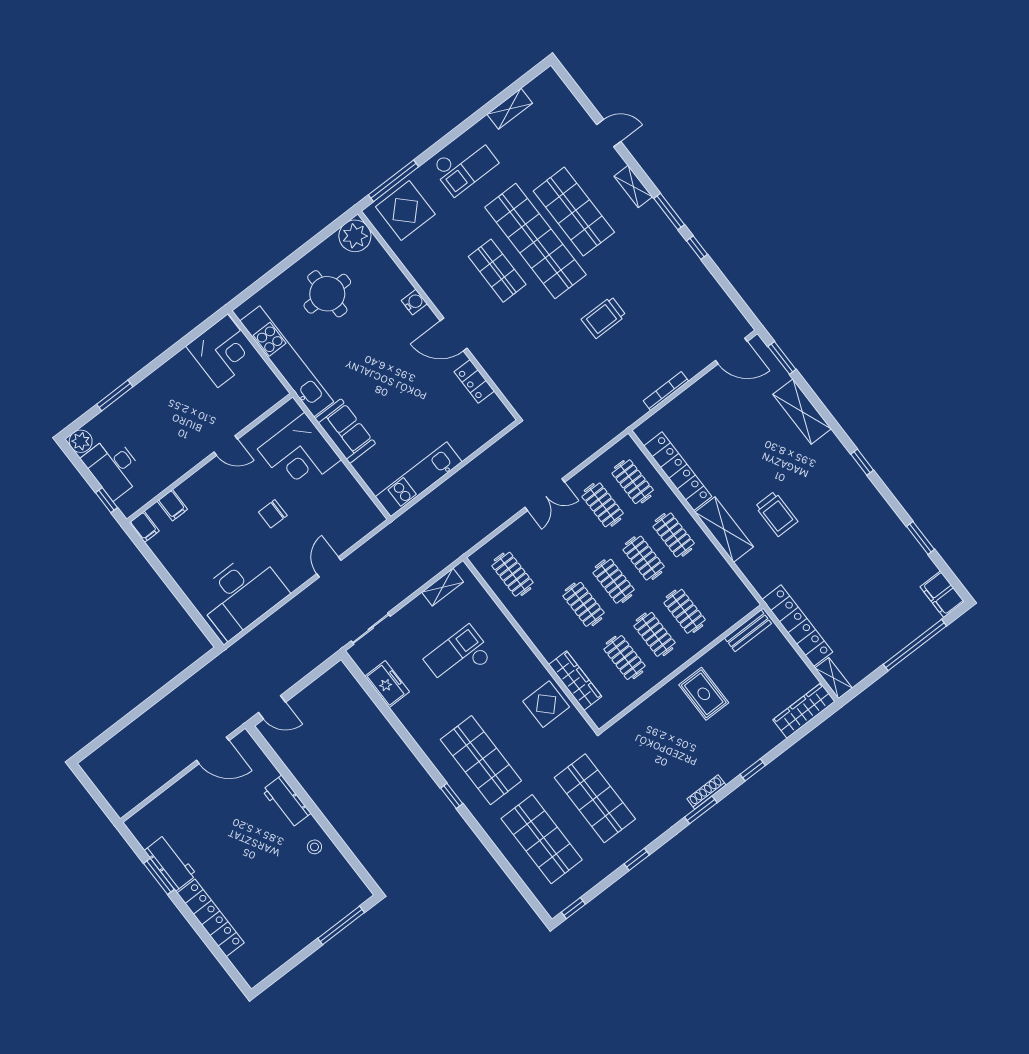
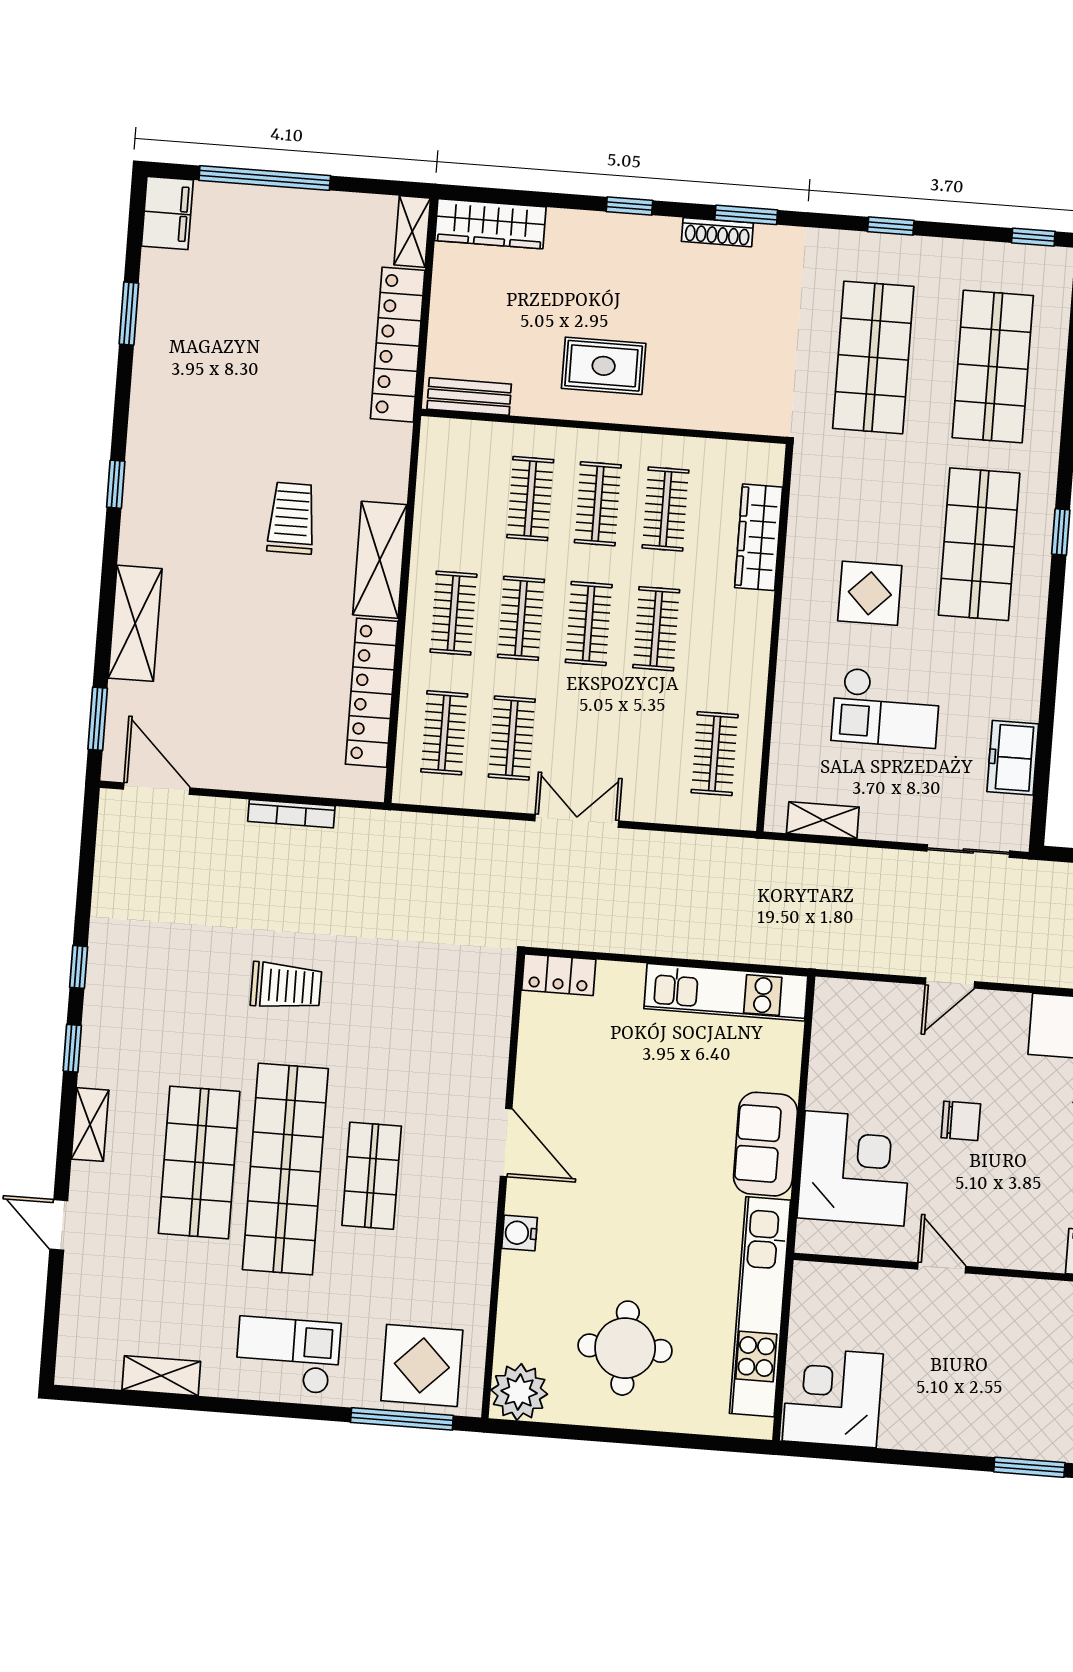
window: (669, 212) -> (72, 1048), width x0.67
locker: (474, 381) -> (559, 975), moved, turned 90
rug: (704, 694) -> (604, 366), turned 90
display table: (546, 704) -> (870, 593), moved

